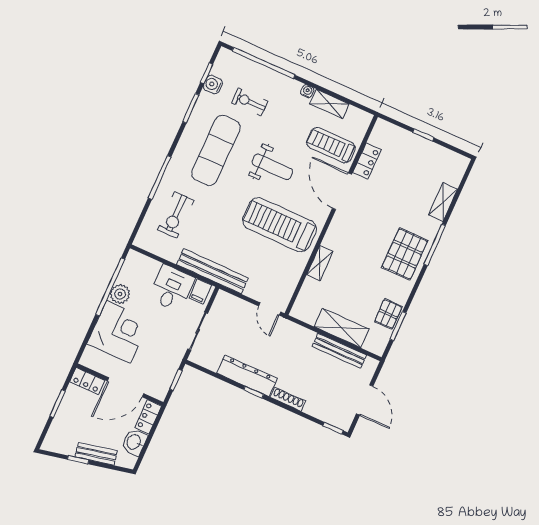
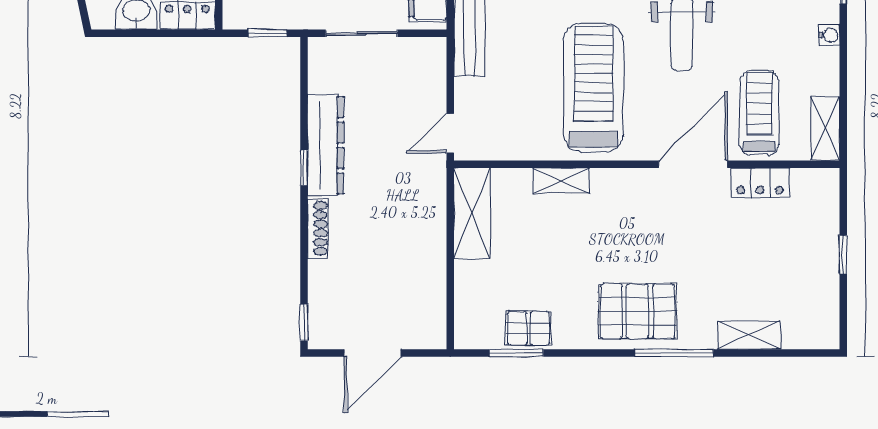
shelving: (329, 104) -> (825, 129), moved
shelving: (342, 328) -> (472, 213), moved
bench: (339, 351) -> (433, 276), removed

